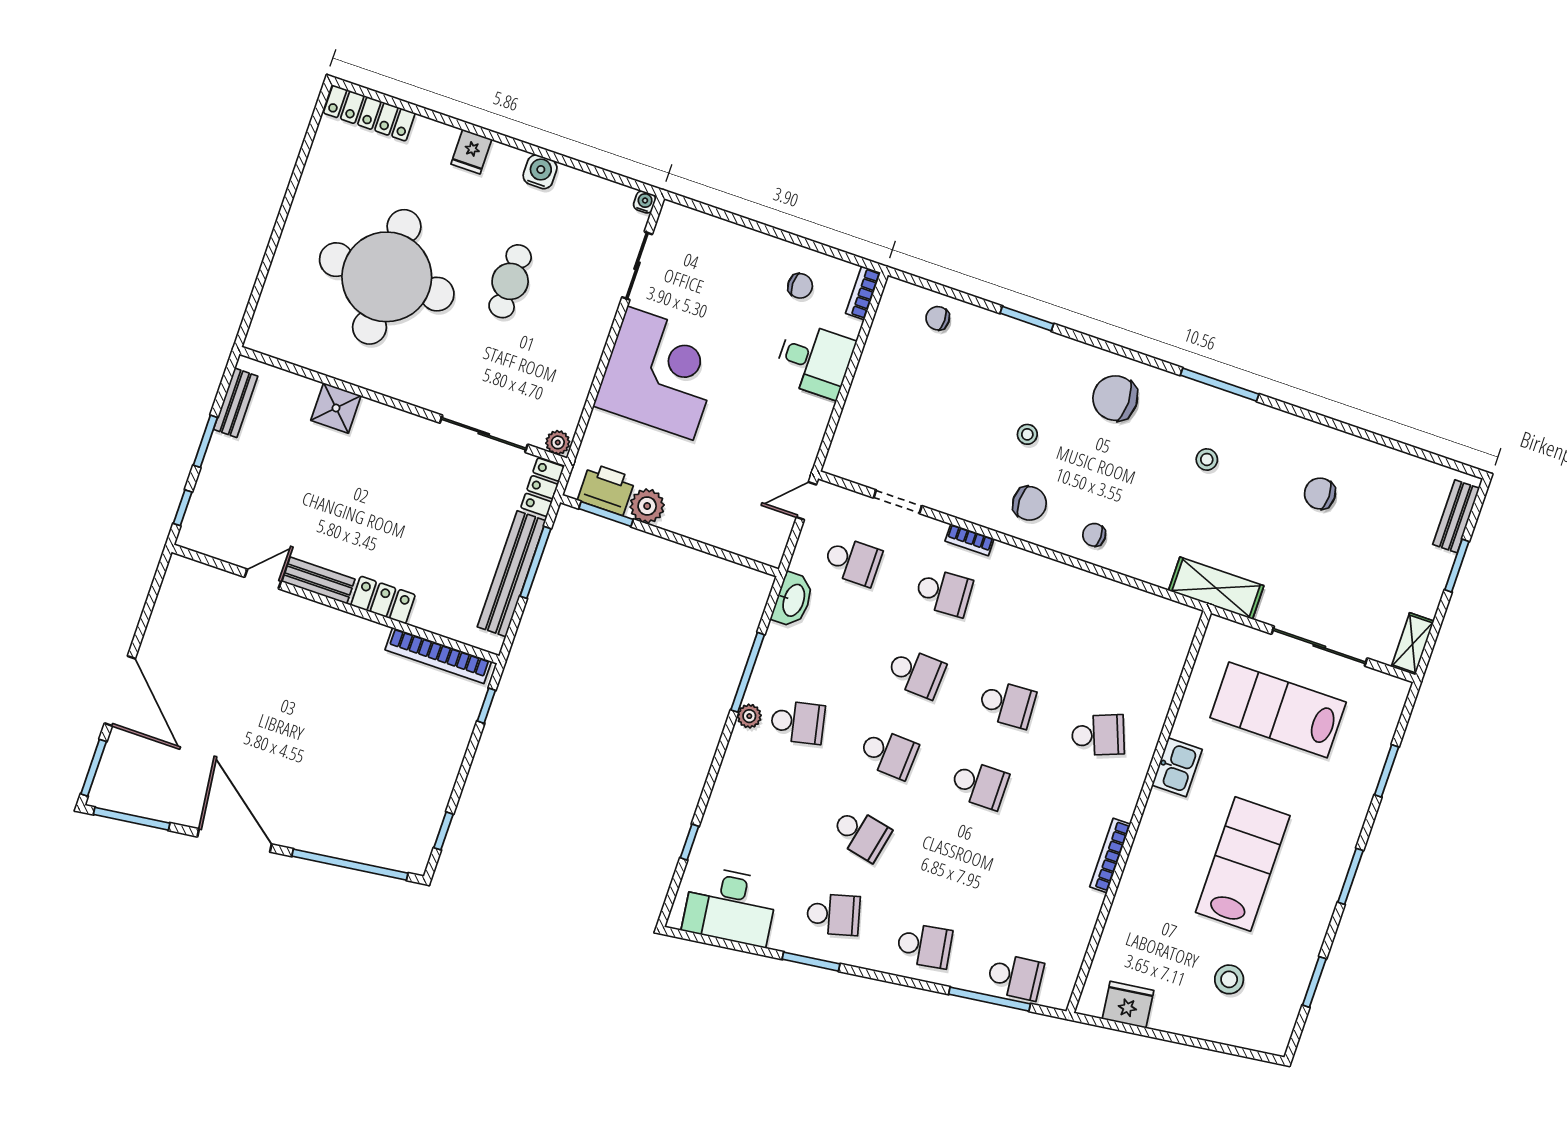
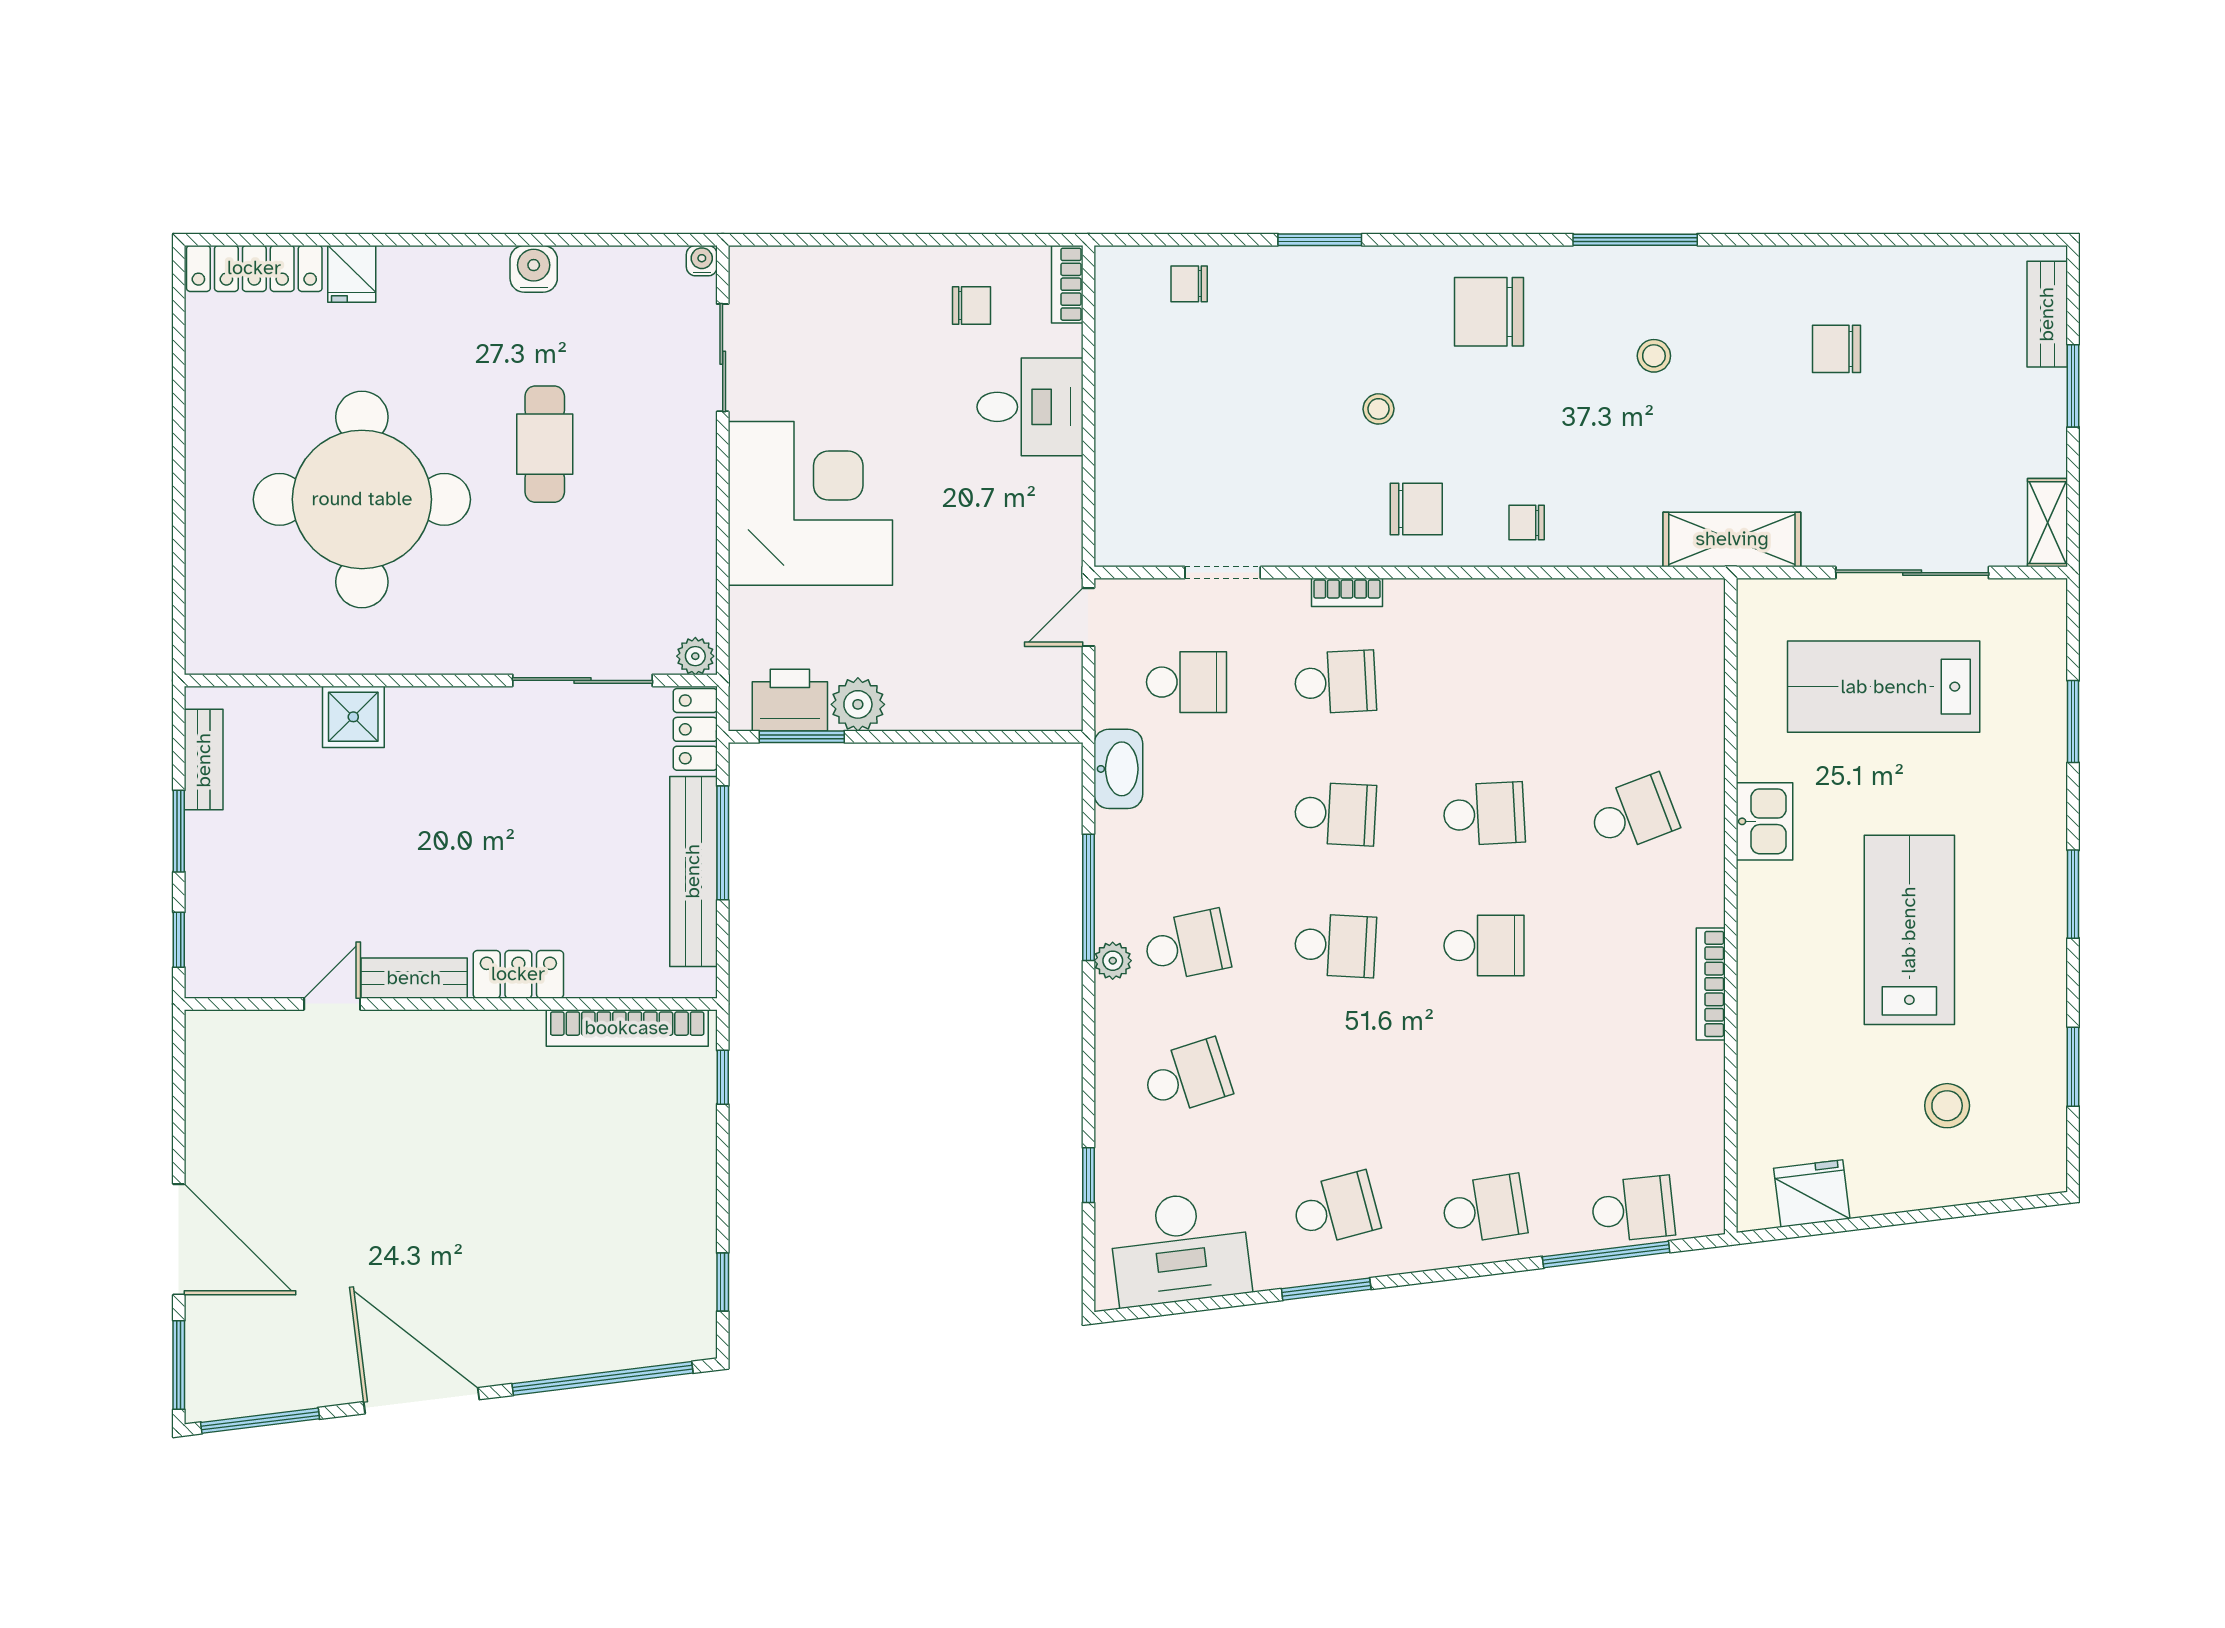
fridge: (471, 152) -> (352, 274), moved
school desk: (861, 834) -> (1187, 1077), moved, turned -30

